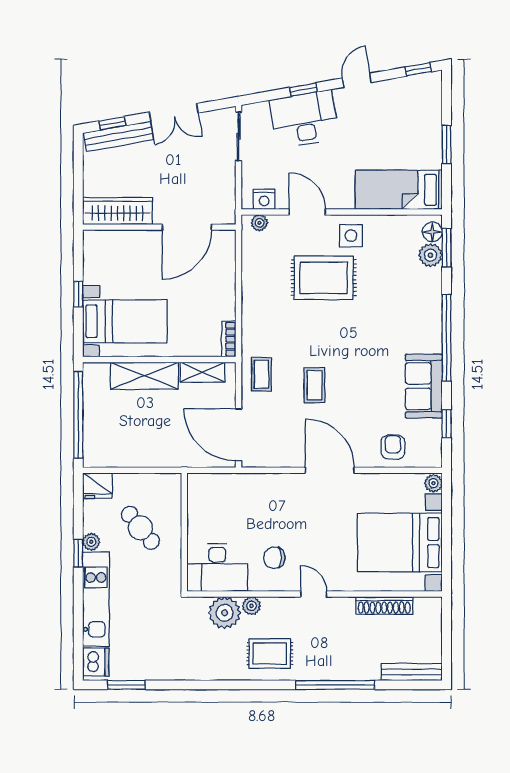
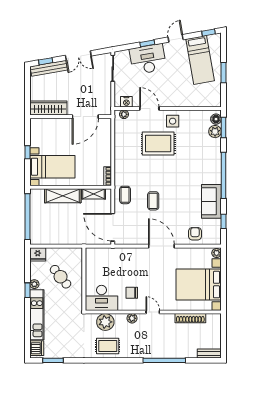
bed: (399, 190) -> (200, 60), moved, turned -100
plant: (252, 606) -> (132, 318), moved
rug: (270, 654) -> (108, 346), moved
bench: (412, 672) -> (209, 354), width x0.73

